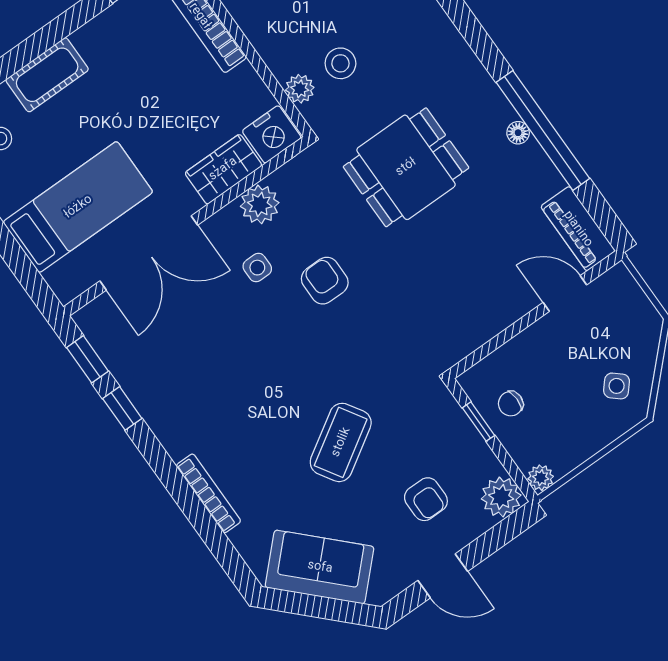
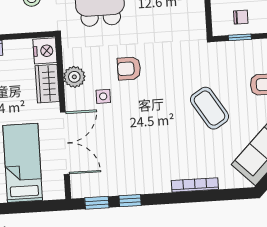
plant: (300, 89) -> (32, 24), removed
chair: (511, 404) -> (241, 17), turned -90

